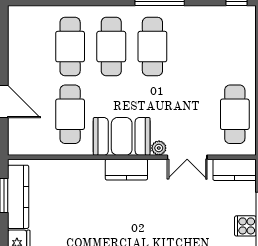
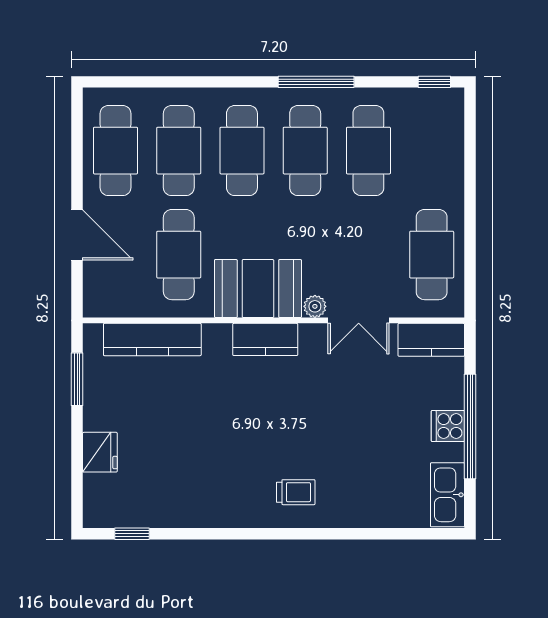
cafe table: (29, 47) -> (115, 151), added
cafe table: (194, 47) -> (368, 151), added
kitchen counter: (18, 197) -> (152, 340), moved, turned 90

